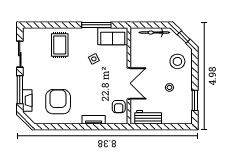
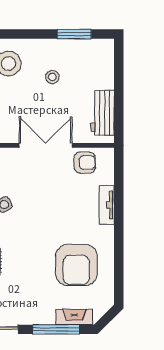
armchair: (58, 102) -> (76, 265), turned -90

